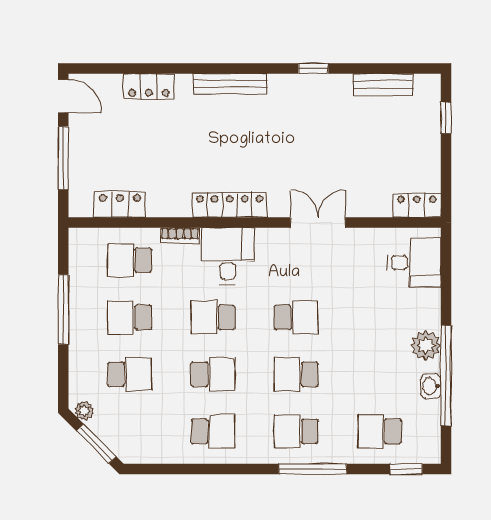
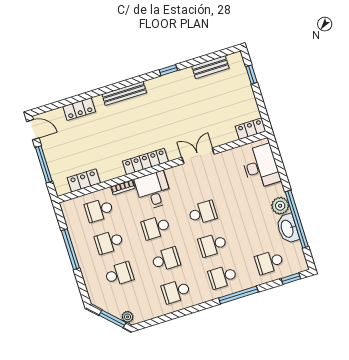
desk: (414, 263) -> (261, 166), width x1.37
washbasin: (431, 386) -> (288, 229), width x1.91, depth x1.45
plant: (84, 411) -> (128, 317), moved
school desk: (213, 431) -> (176, 291), turned 180

